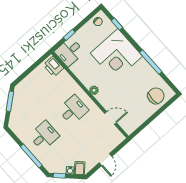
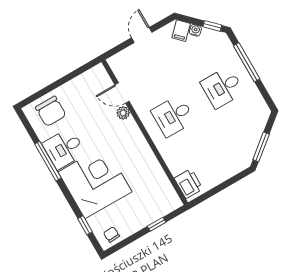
desk: (69, 52) -> (64, 149), moved, turned 180
plant: (94, 90) -> (123, 113), moved
chair: (156, 96) -> (51, 111), turned -90

